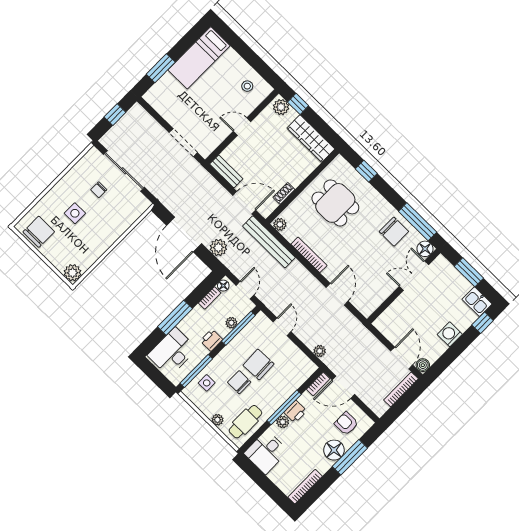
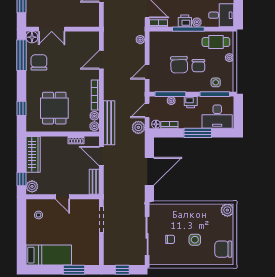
plant: (290, 234) -> (94, 116), added
plant: (218, 247) -> (138, 127), moved

